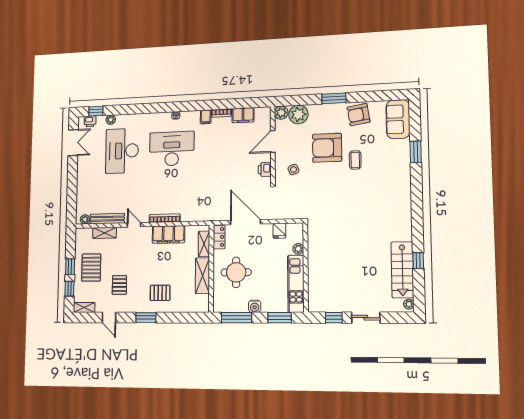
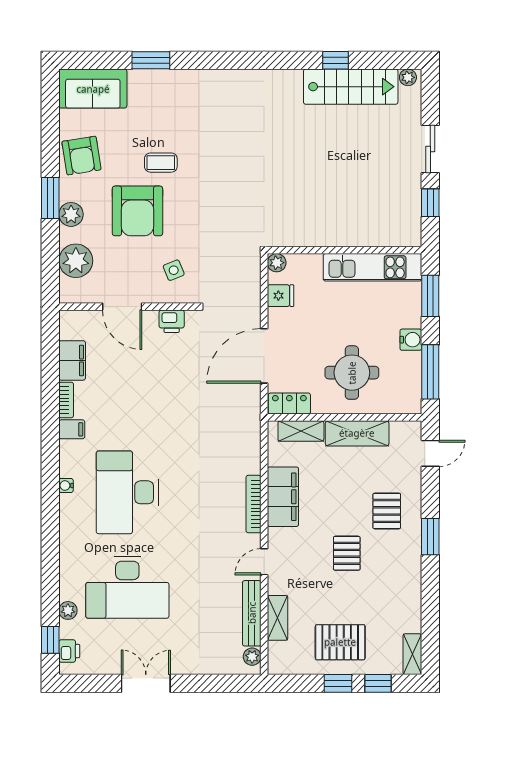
plant: (281, 113) -> (71, 214), moved
double door: (73, 143) -> (146, 683), moved
plant: (298, 249) -> (277, 263), moved
pallet: (119, 285) -> (347, 553), moved, turned 90
door: (109, 318) -> (430, 453), moved

